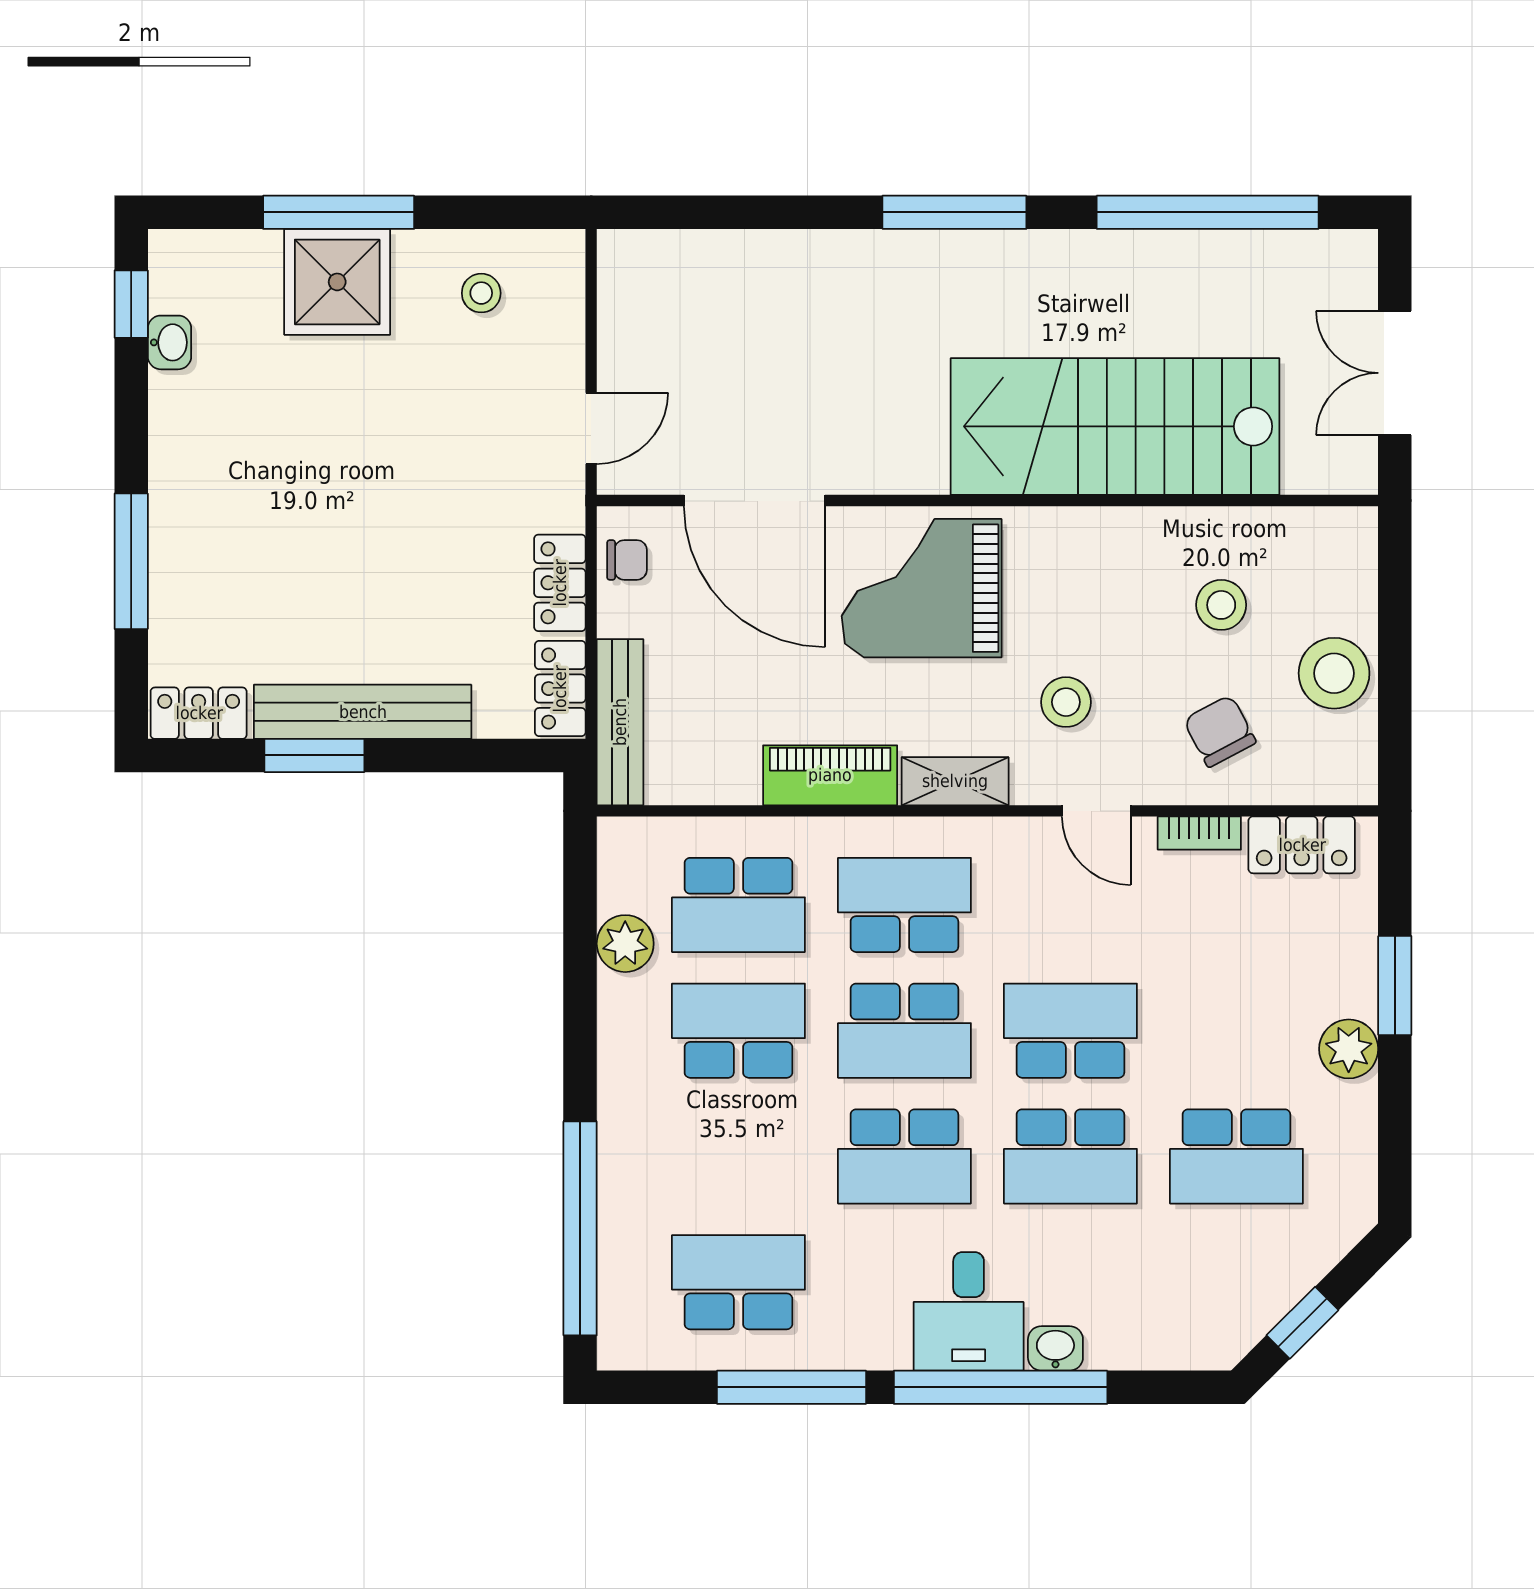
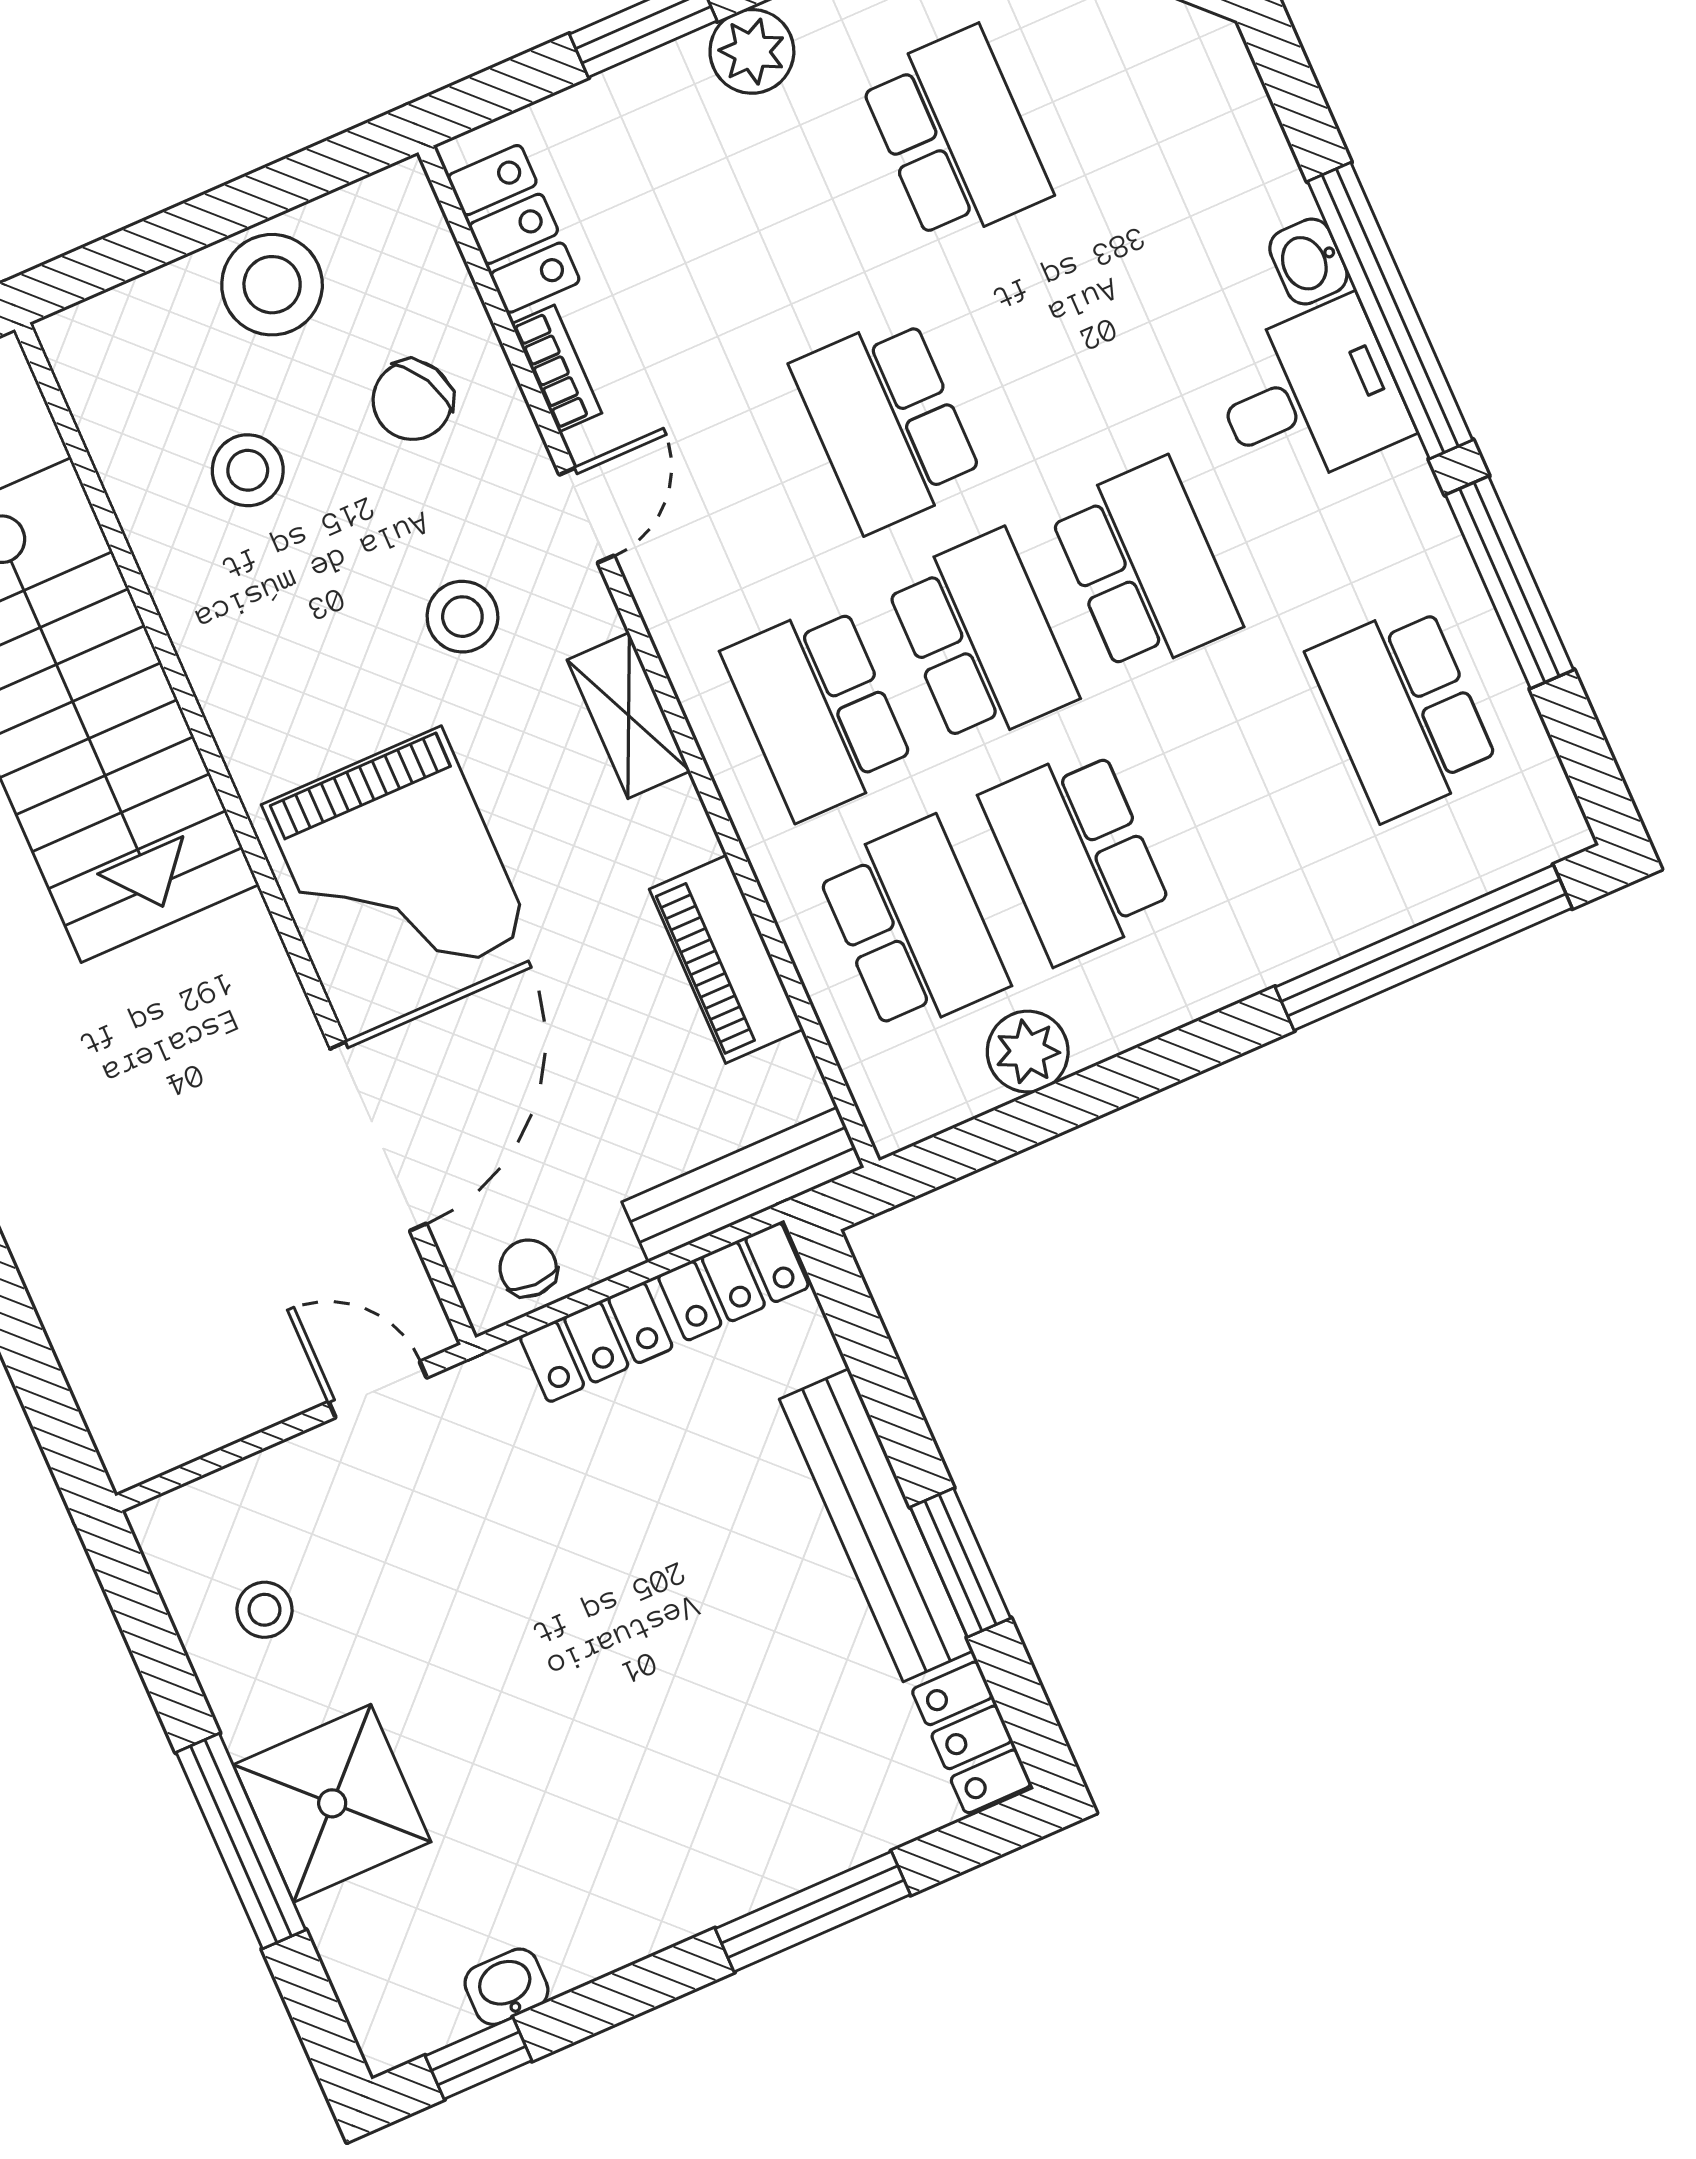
piano: (830, 775) -> (726, 959), moved
school desk: (1070, 1156) -> (1050, 352), removed

